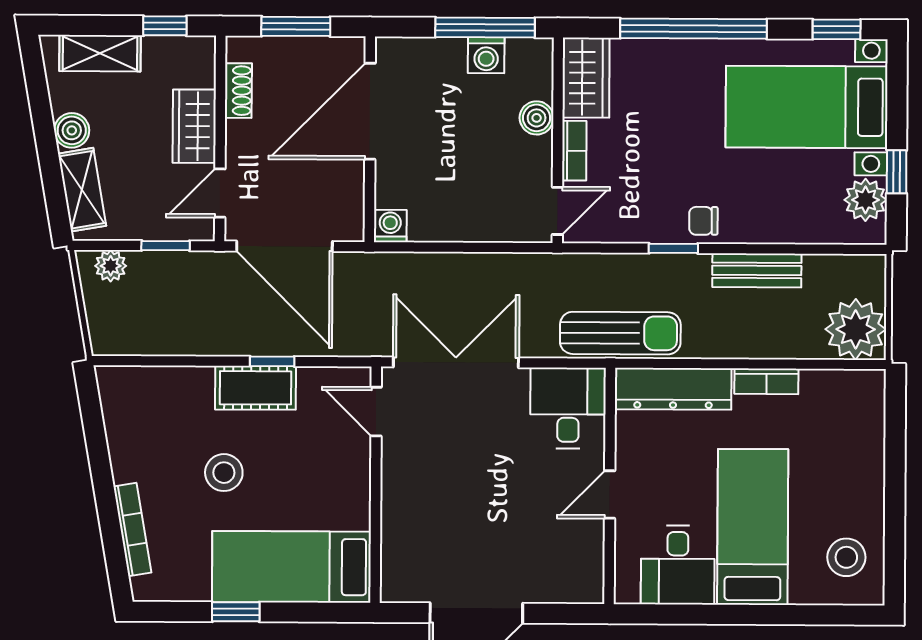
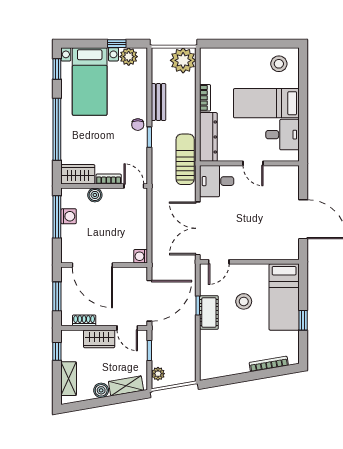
stool: (224, 473) -> (244, 301), moved

